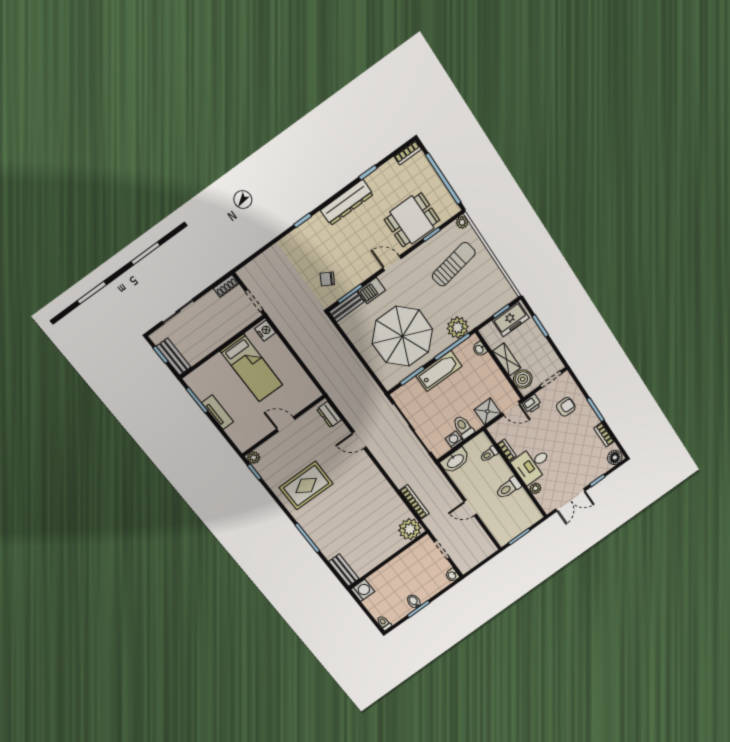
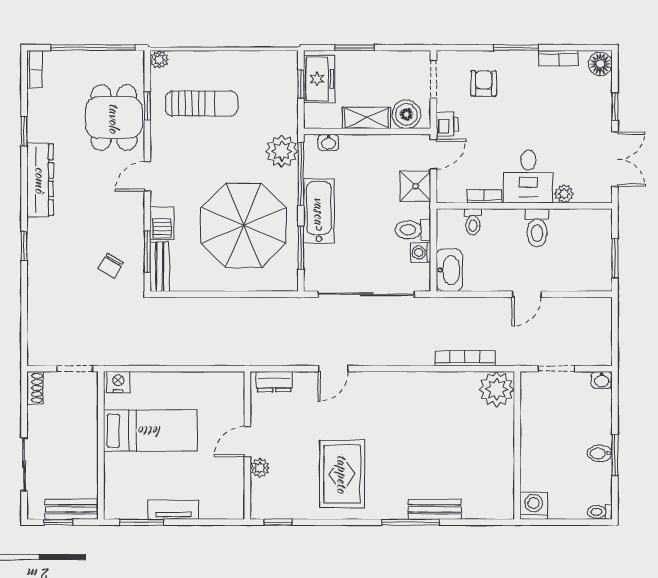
sun lounger: (454, 264) -> (202, 104), turned 100
plant: (254, 458) -> (260, 468), moved
bench: (344, 570) -> (435, 509), moved

